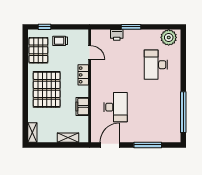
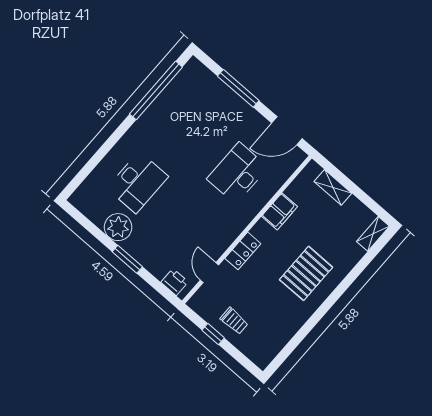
window: (44, 27) -> (213, 334), moved
printer: (117, 35) -> (175, 282), moved
plant: (169, 37) -> (118, 227), moved
pallet: (38, 50) -> (273, 333), removed
pallet: (47, 89) -> (306, 273), width x0.73, depth x0.71

